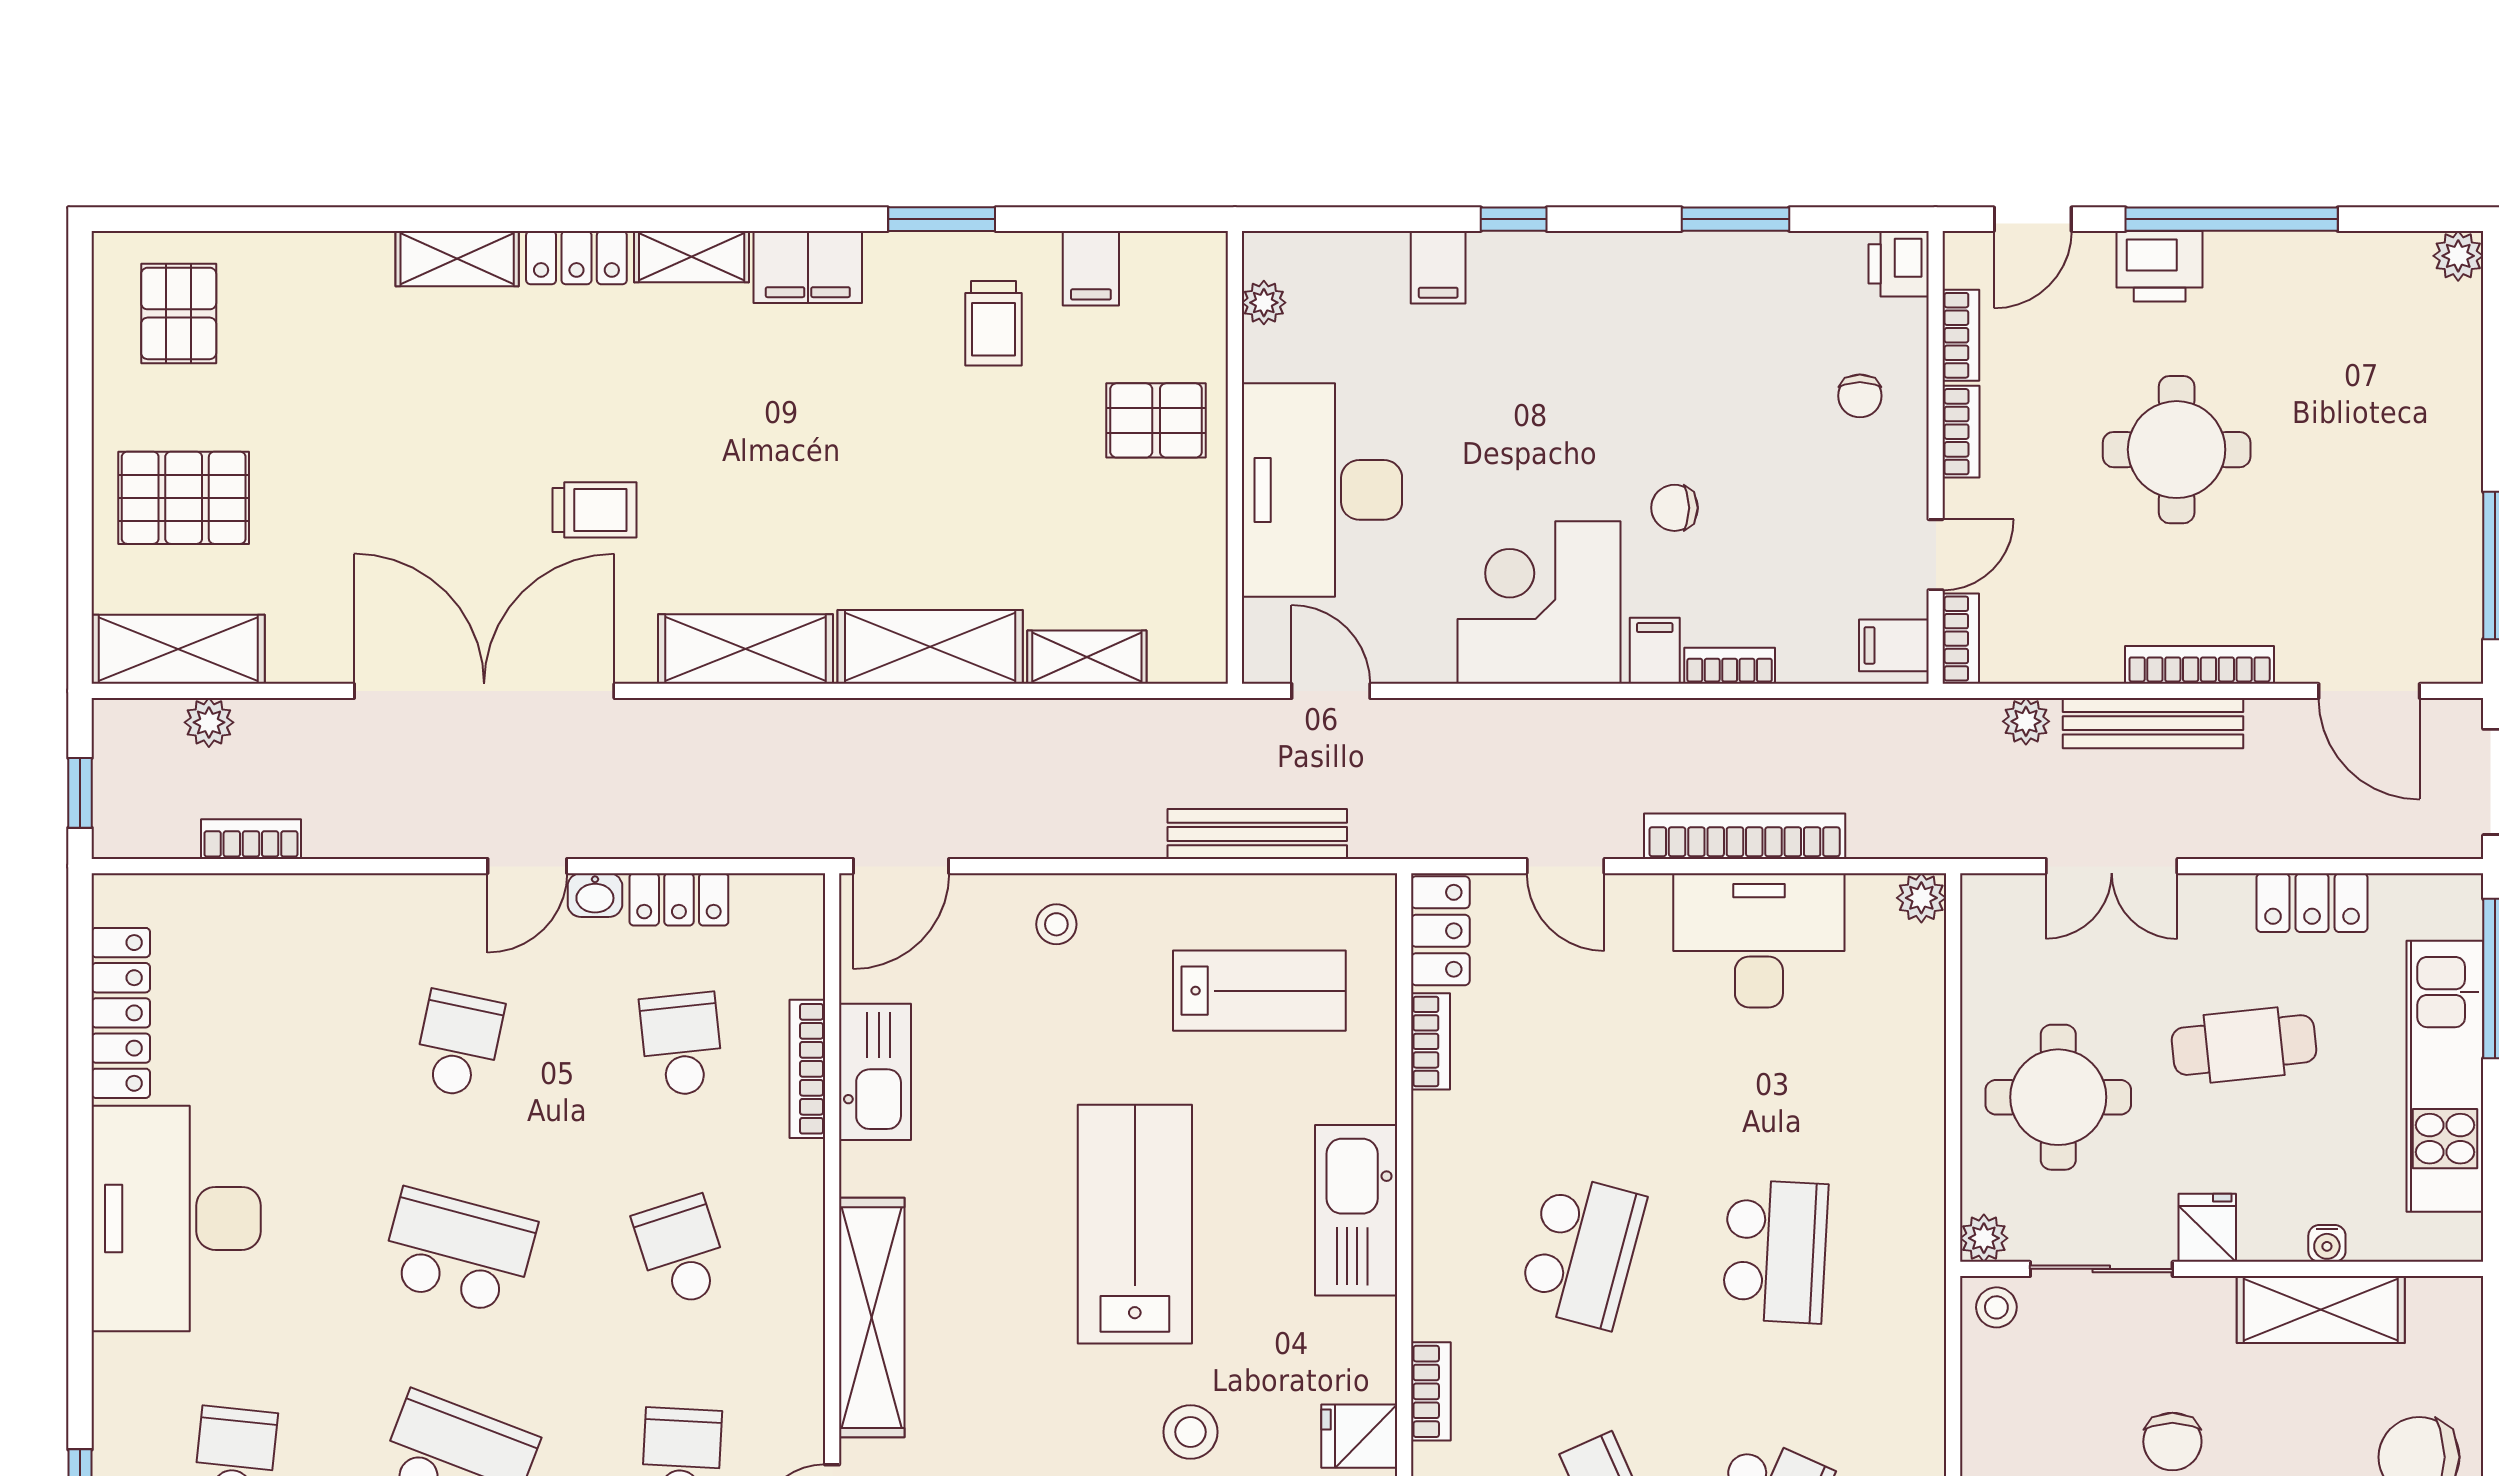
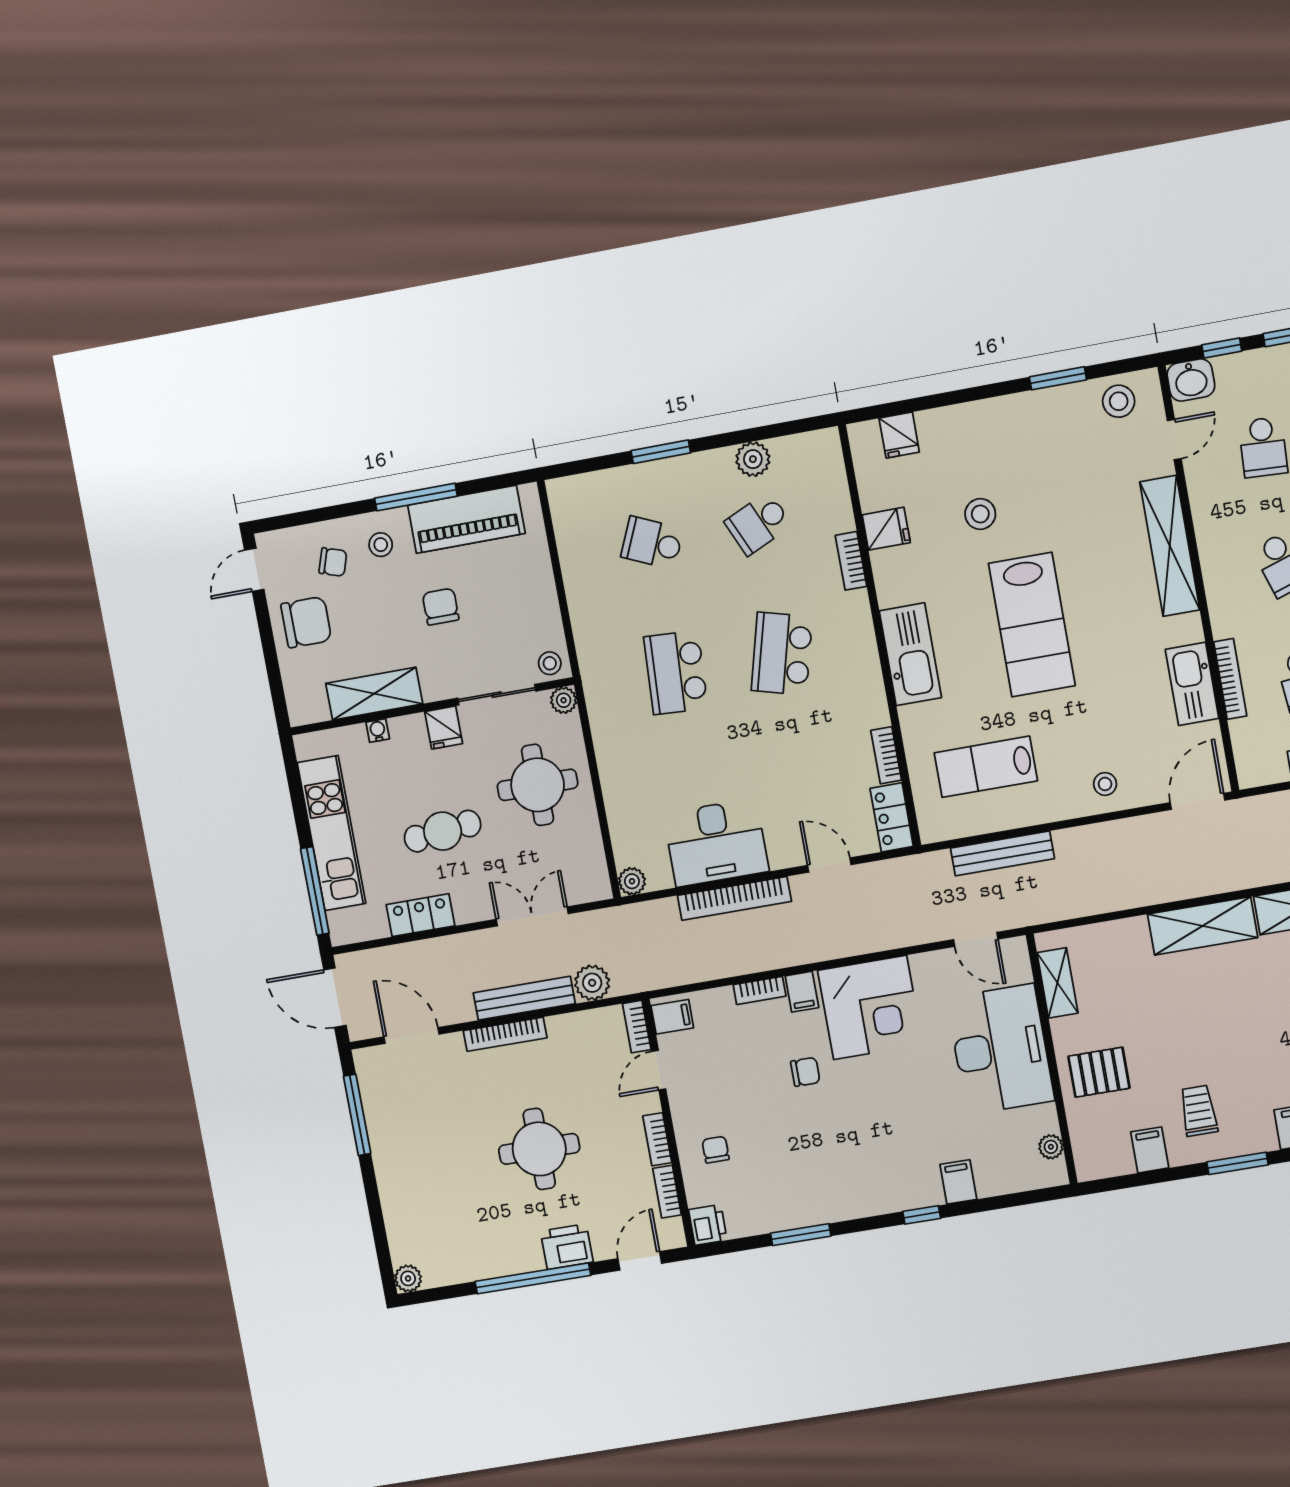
shelving: (1087, 657) -> (1057, 983), moved, turned 90
plant: (2026, 721) -> (592, 983), width x1.38, depth x1.38

